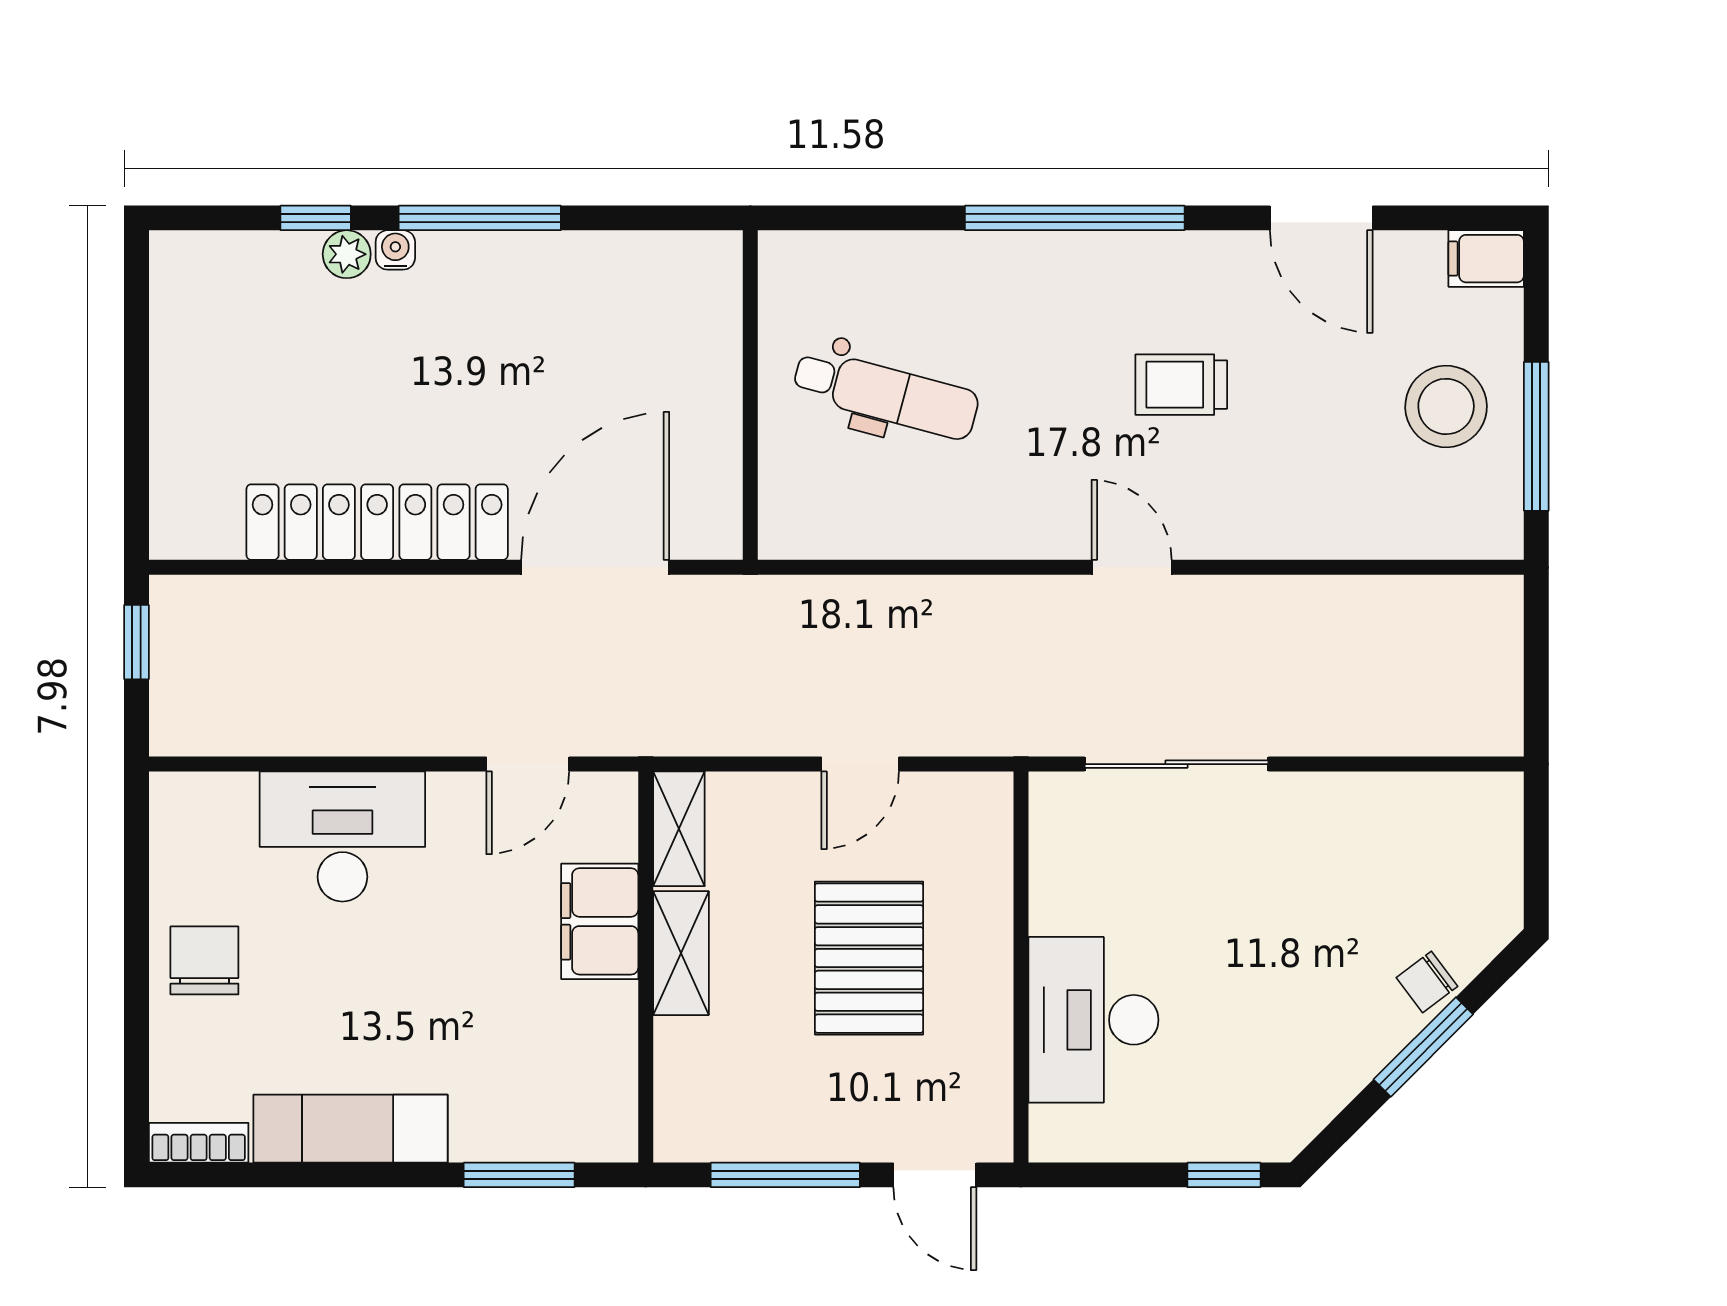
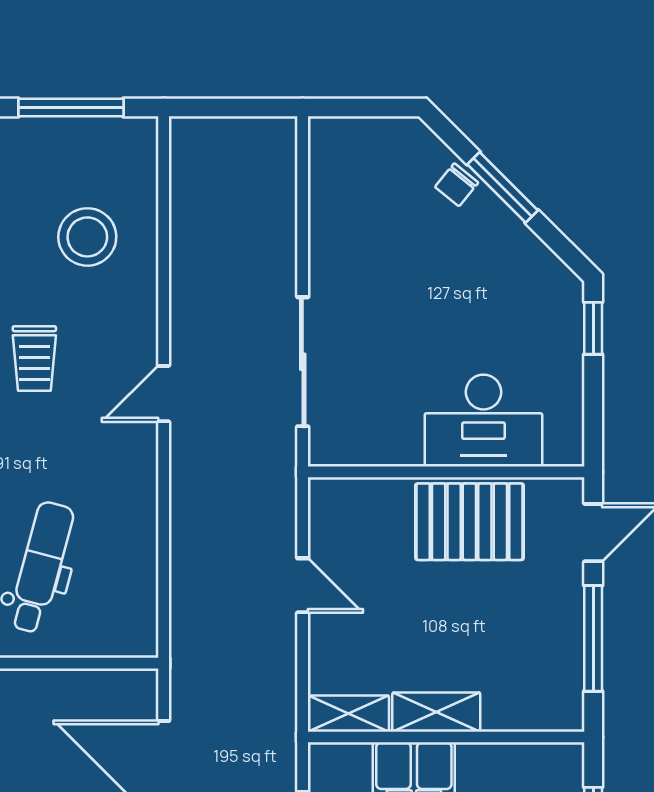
stool: (1446, 406) -> (87, 237), moved
pallet: (869, 958) -> (469, 522), moved
chair: (1427, 982) -> (457, 185), turned 76

